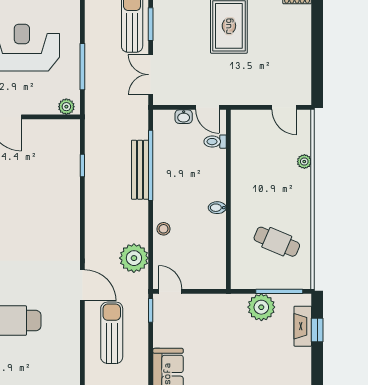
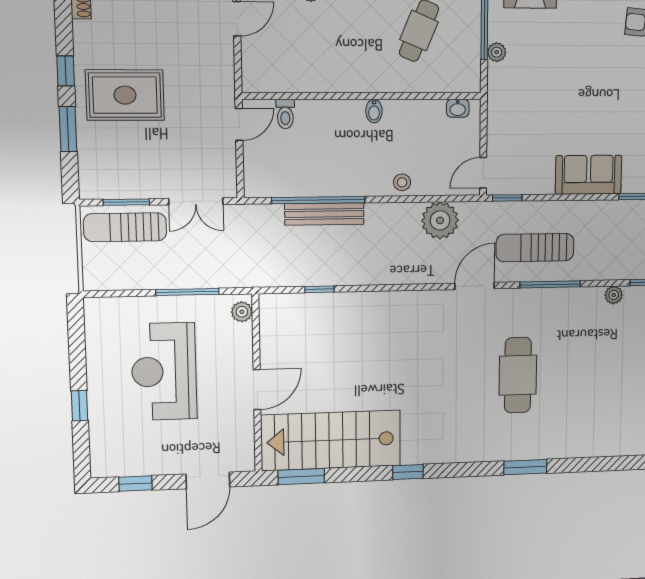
washbasin: (184, 117) -> (458, 108), moved, turned 90
plant: (261, 307) -> (497, 52), width x0.53, depth x0.53
window: (82, 345) -> (550, 284), added

